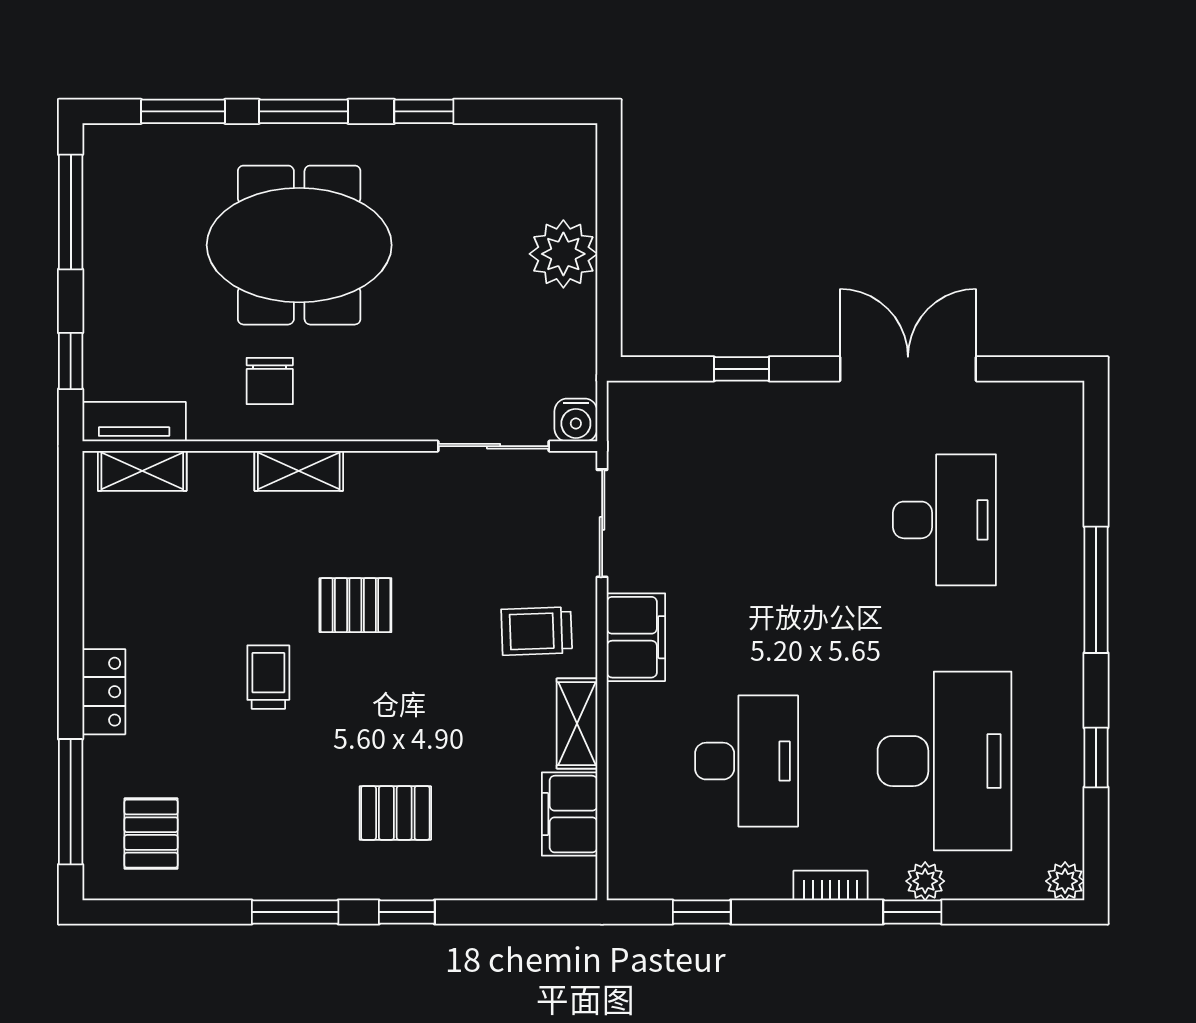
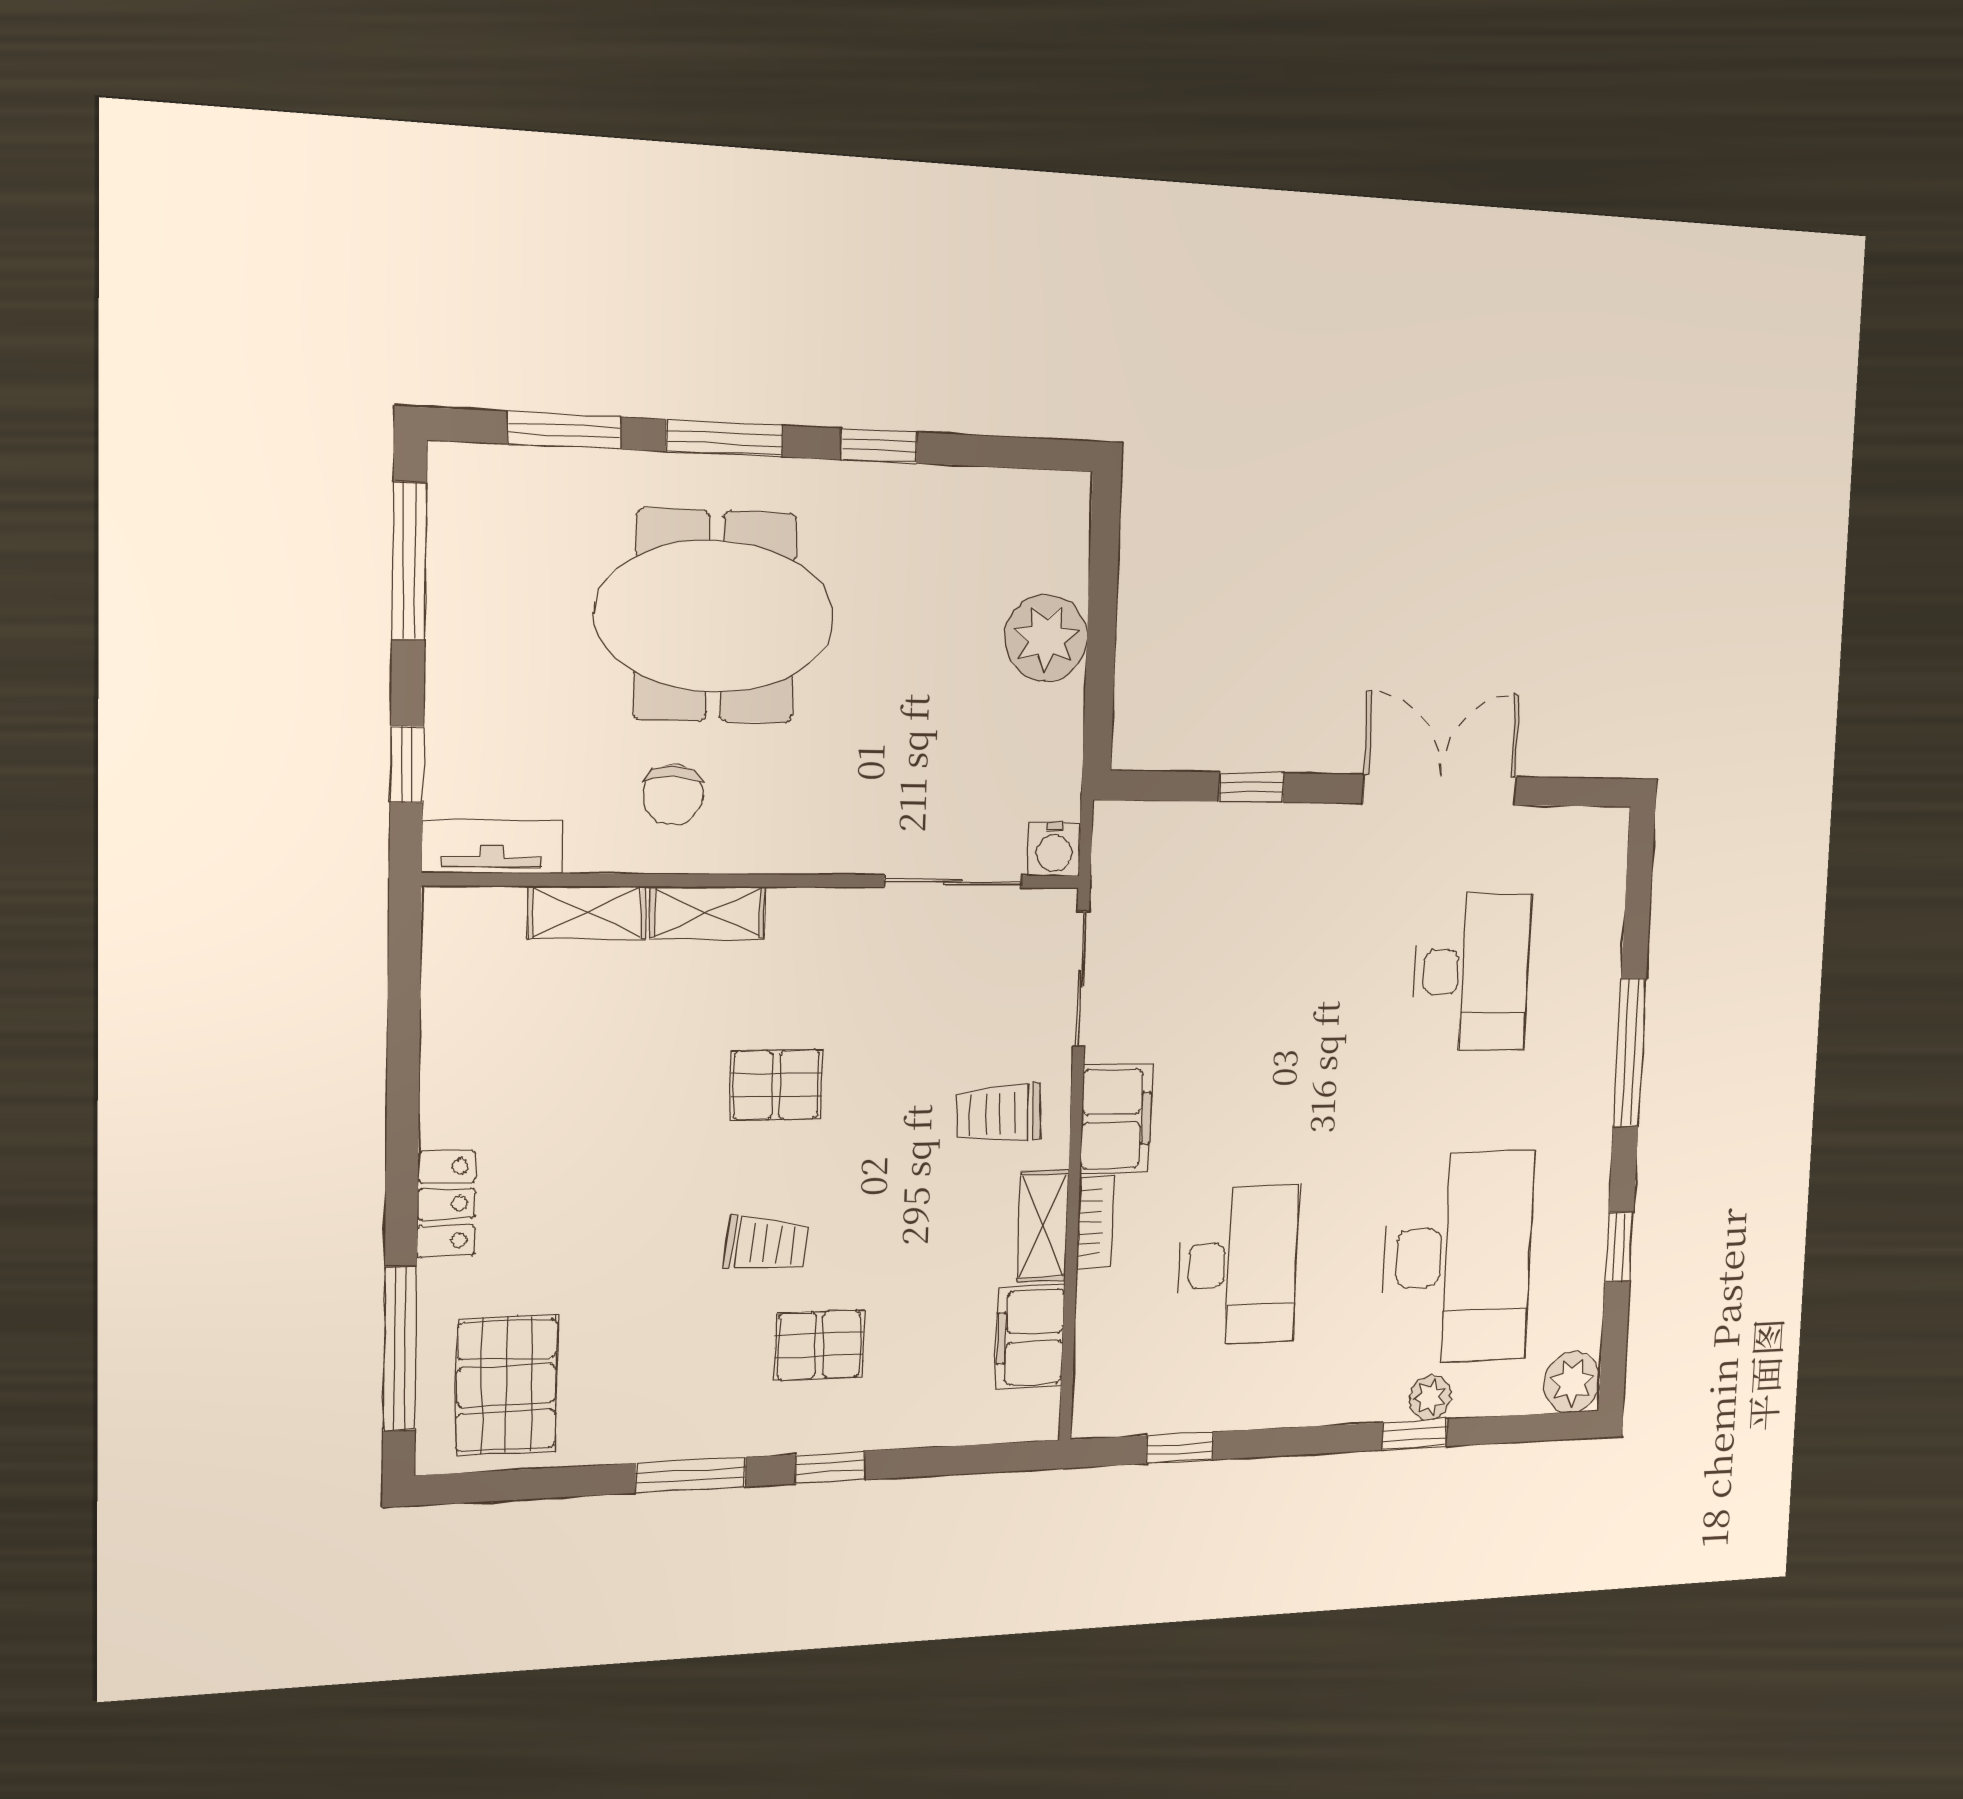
shelving: (142, 471) -> (587, 912), moved
trolley: (268, 677) -> (766, 1244), moved, turned 97
pallet: (151, 834) -> (507, 1385), width x1.50, depth x1.42
plant: (1065, 881) -> (1572, 1382), width x1.38, depth x1.38
bookcase: (830, 886) -> (1095, 1223), moved, turned 90

